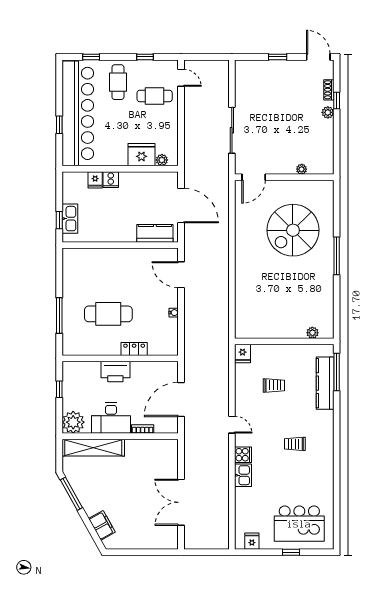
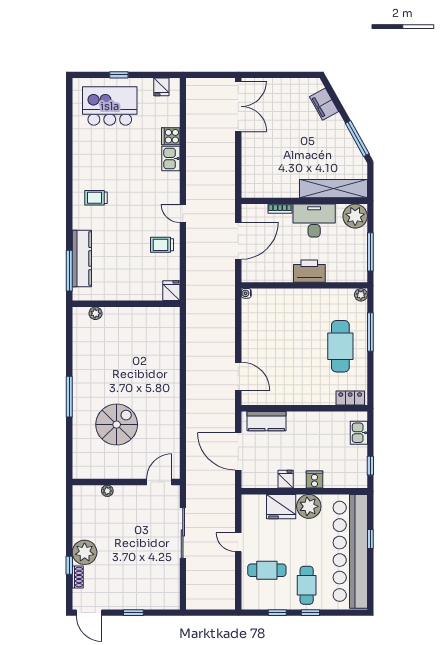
window: (91, 57) -> (310, 613), moved
door: (181, 78) -> (238, 542), moved
plant: (328, 112) -> (85, 552), width x1.87, depth x1.87
plant: (162, 160) -> (309, 506), moved, width x1.88, depth x1.88
fridge: (95, 180) -> (286, 479), moved
kitchen sink: (70, 219) -> (359, 433), width x0.73
window: (59, 220) -> (370, 466), moved
spiral stairs: (293, 230) -> (117, 425), width x0.73, depth x0.73
water cooler: (174, 313) -> (246, 293), moved
cafe table: (108, 314) -> (340, 346), moved, turned 90
locker: (134, 349) -> (350, 398), moved, turned 180
plant: (68, 350) -> (361, 295), added
trolley: (274, 385) -> (162, 245), moved
window: (59, 389) -> (370, 252), width x2.17
trolley: (295, 444) -> (96, 198), moved, turned 180
cooker: (243, 455) -> (171, 136), moved
double door: (181, 502) -> (238, 106), moved

